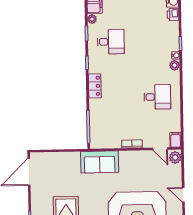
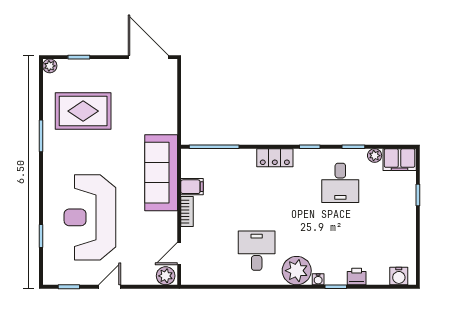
printer: (173, 14) -> (357, 276), moved
plant: (175, 65) -> (297, 271), width x1.87, depth x1.87
desk: (157, 97) -> (257, 251), turned 180
filing cabinet: (176, 140) -> (192, 187), moved
sofa: (100, 162) -> (161, 173), width x1.36

